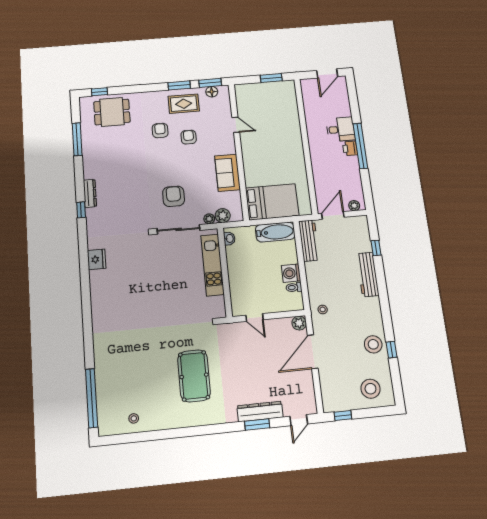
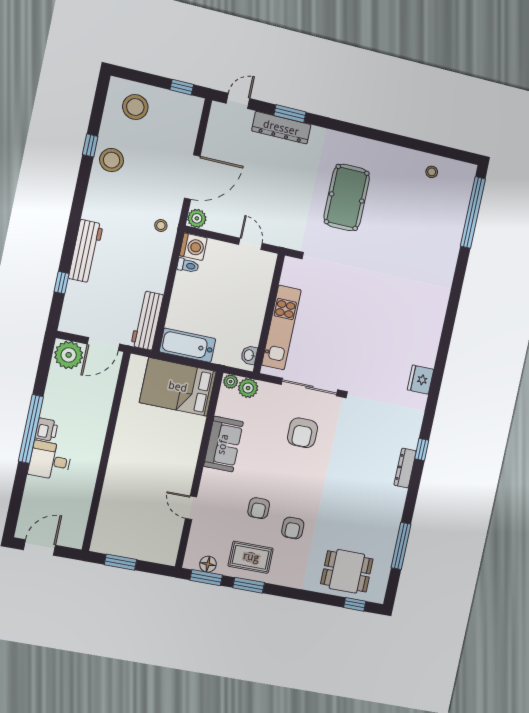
plant: (354, 206) -> (69, 355), width x1.87, depth x1.87
plant: (209, 219) -> (231, 382), moved
washing machine: (291, 273) -> (193, 247), moved

